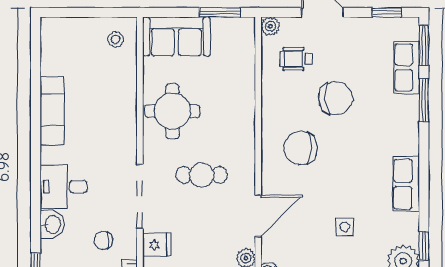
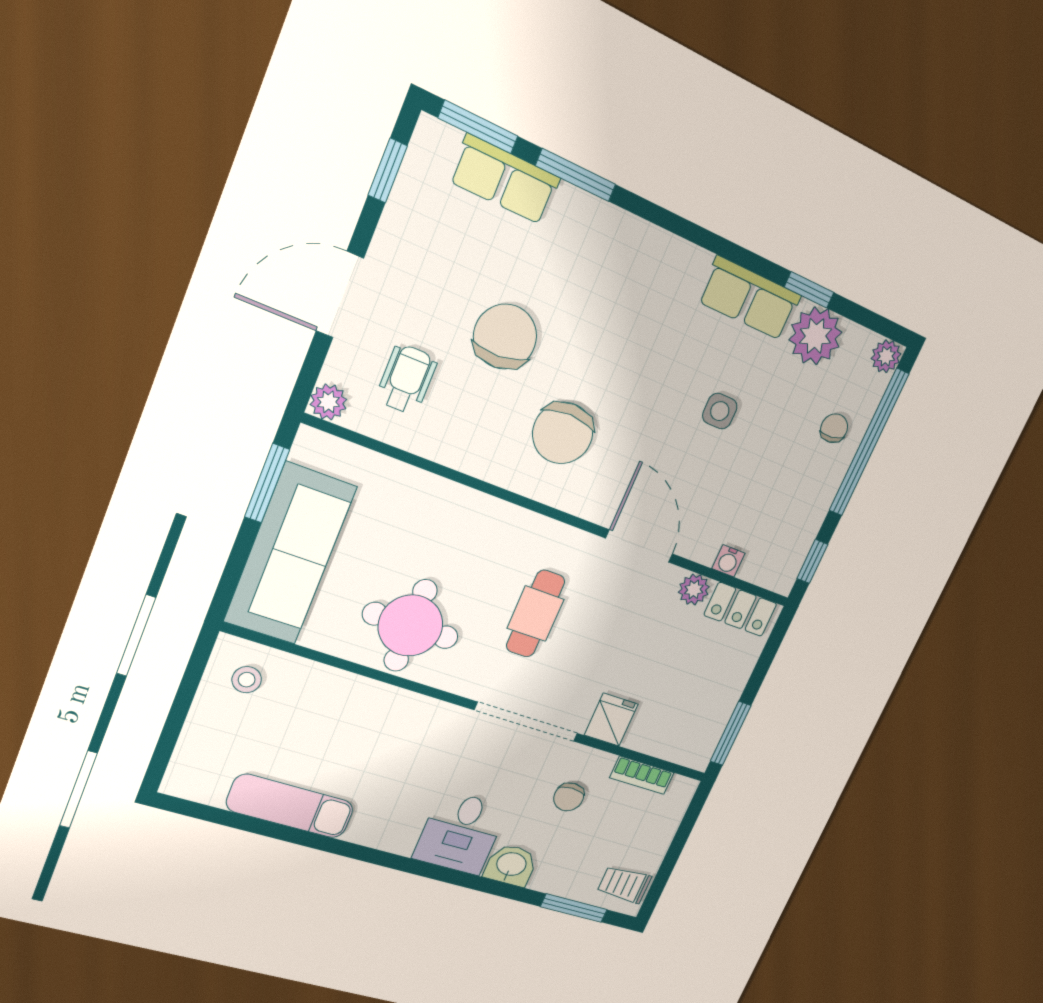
sofa: (176, 36) -> (290, 554), width x1.36
wheelchair: (296, 59) -> (407, 379), turned 180
exam couch: (52, 111) -> (290, 806), moved
row of seats: (406, 184) -> (750, 298), moved

